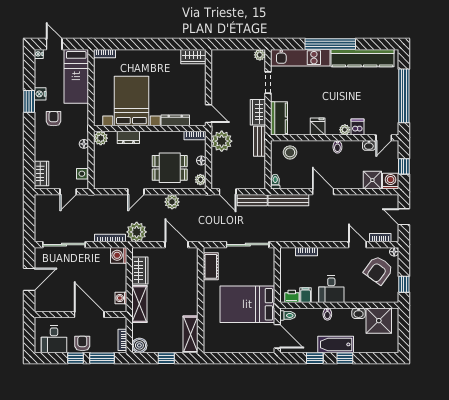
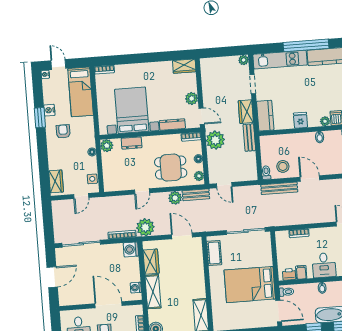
plant: (199, 93) -> (192, 98), added
stool: (290, 152) -> (283, 166), moved
bench: (252, 200) -> (196, 195), moved

